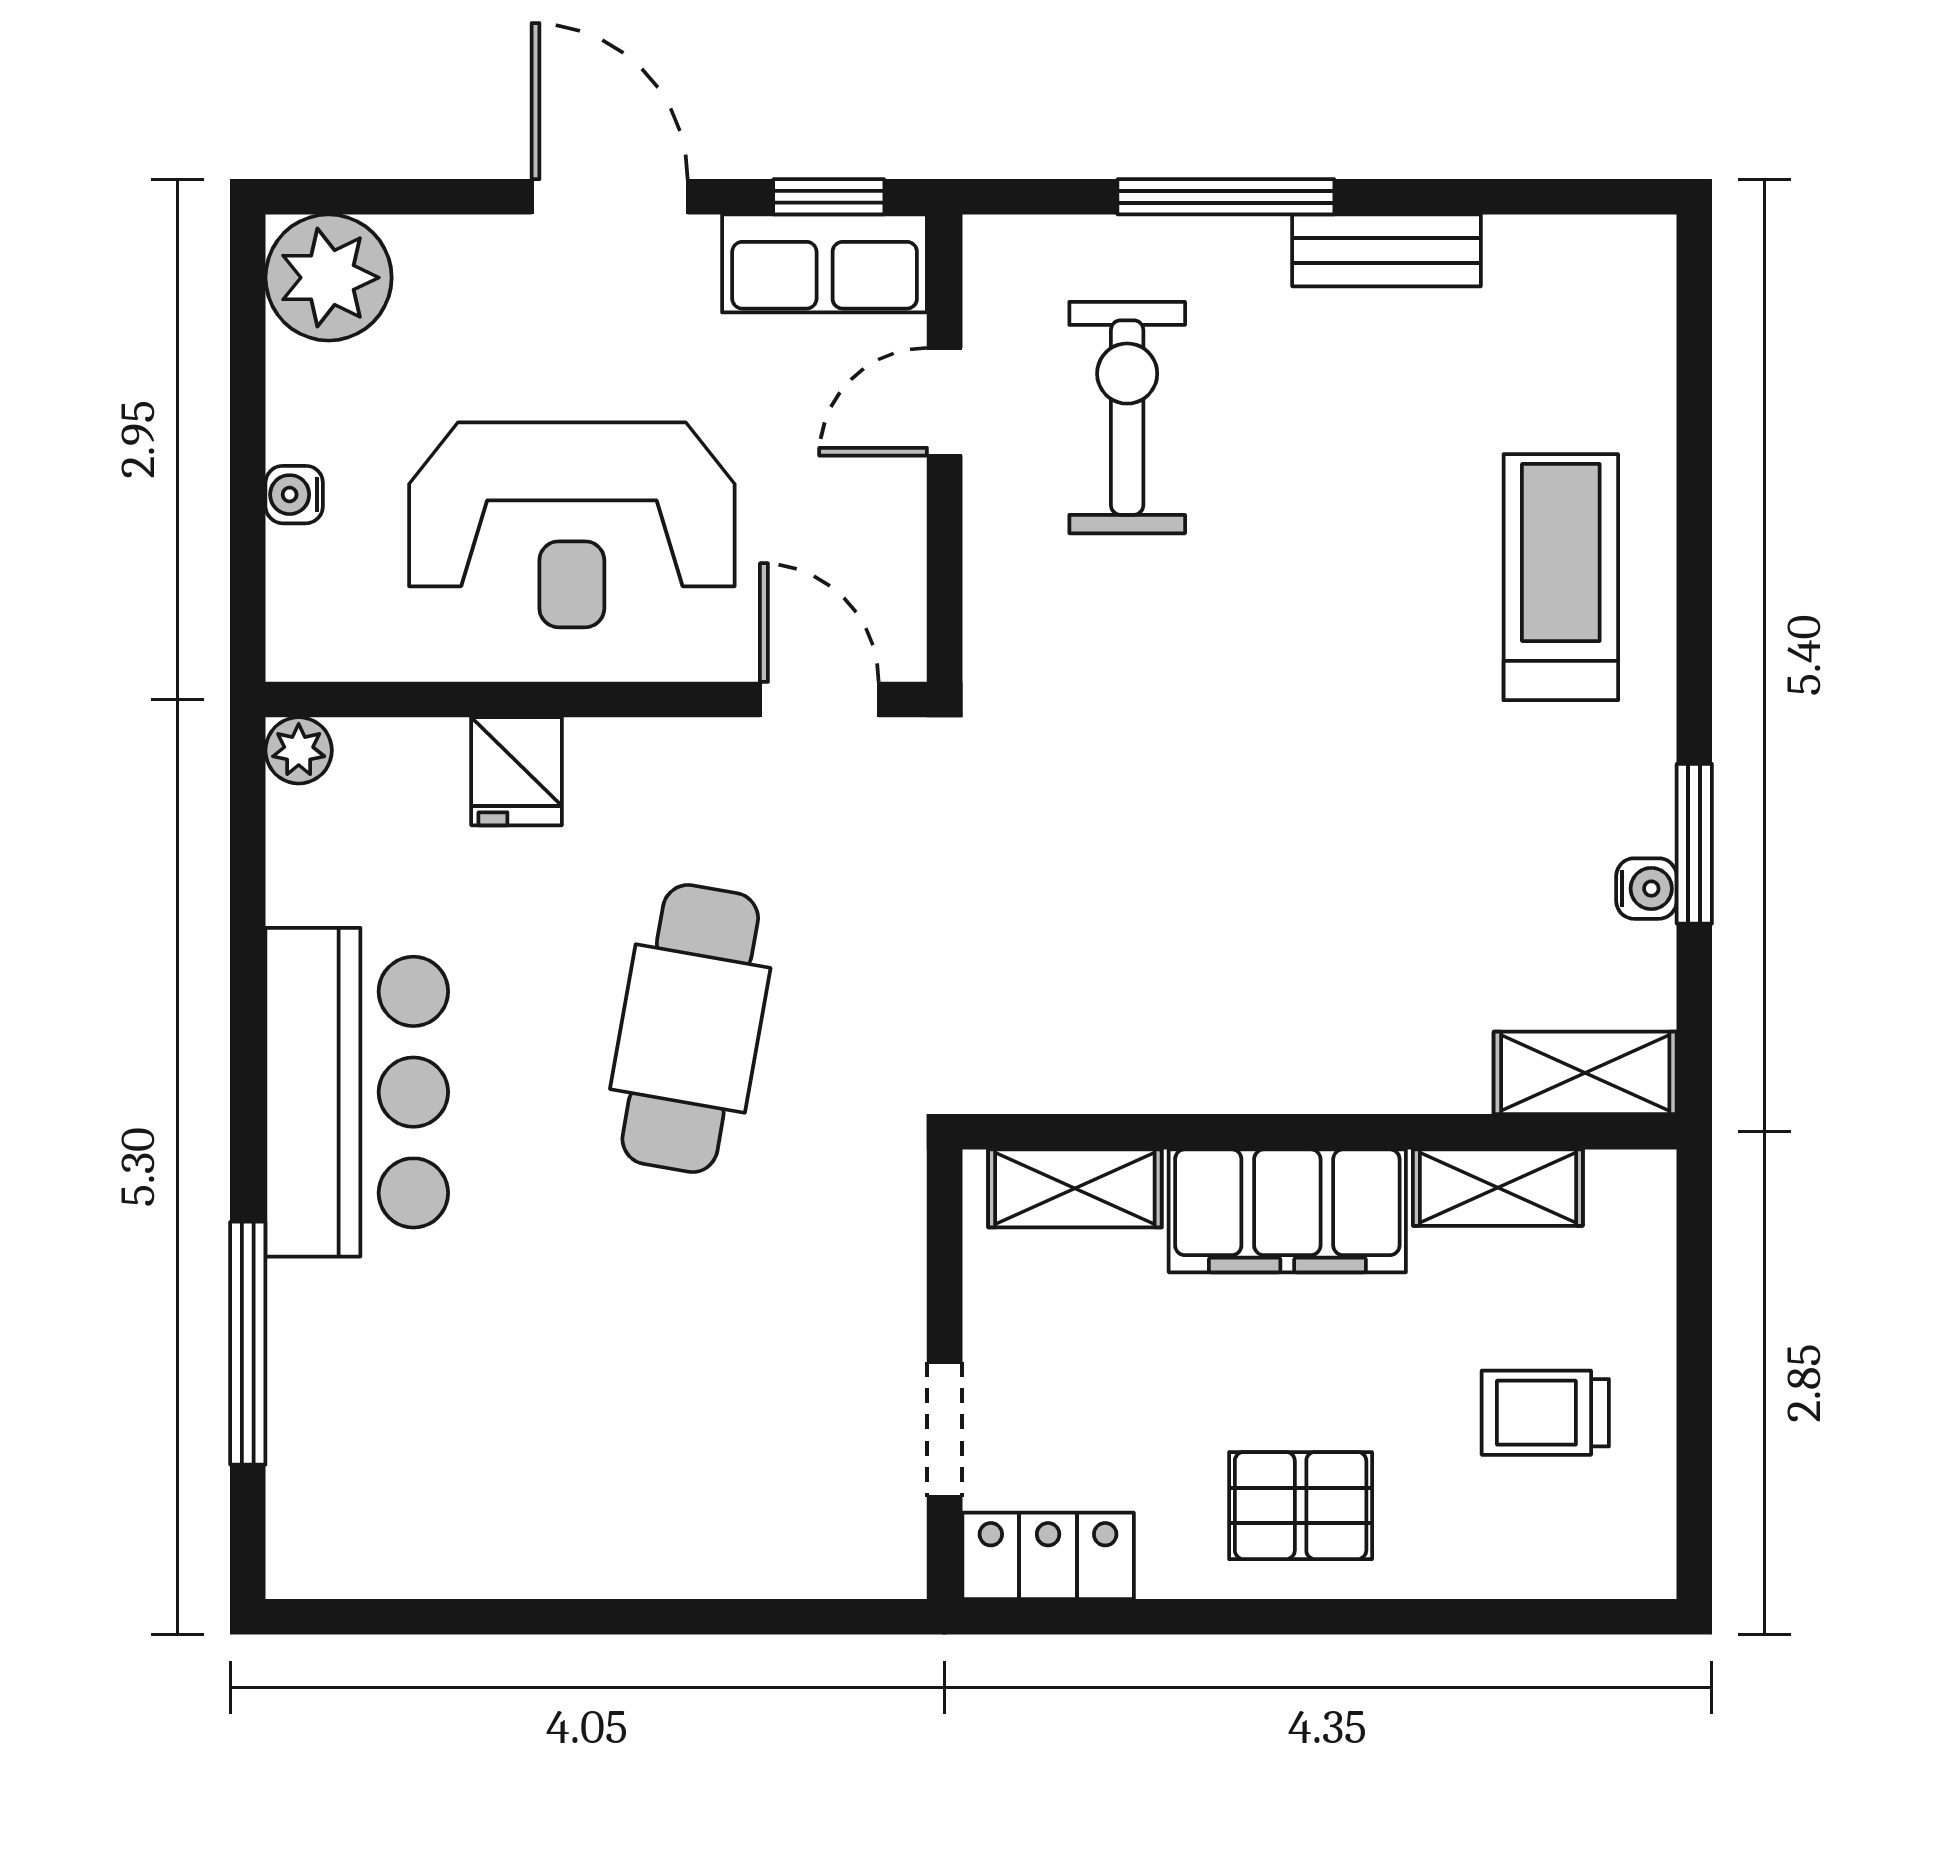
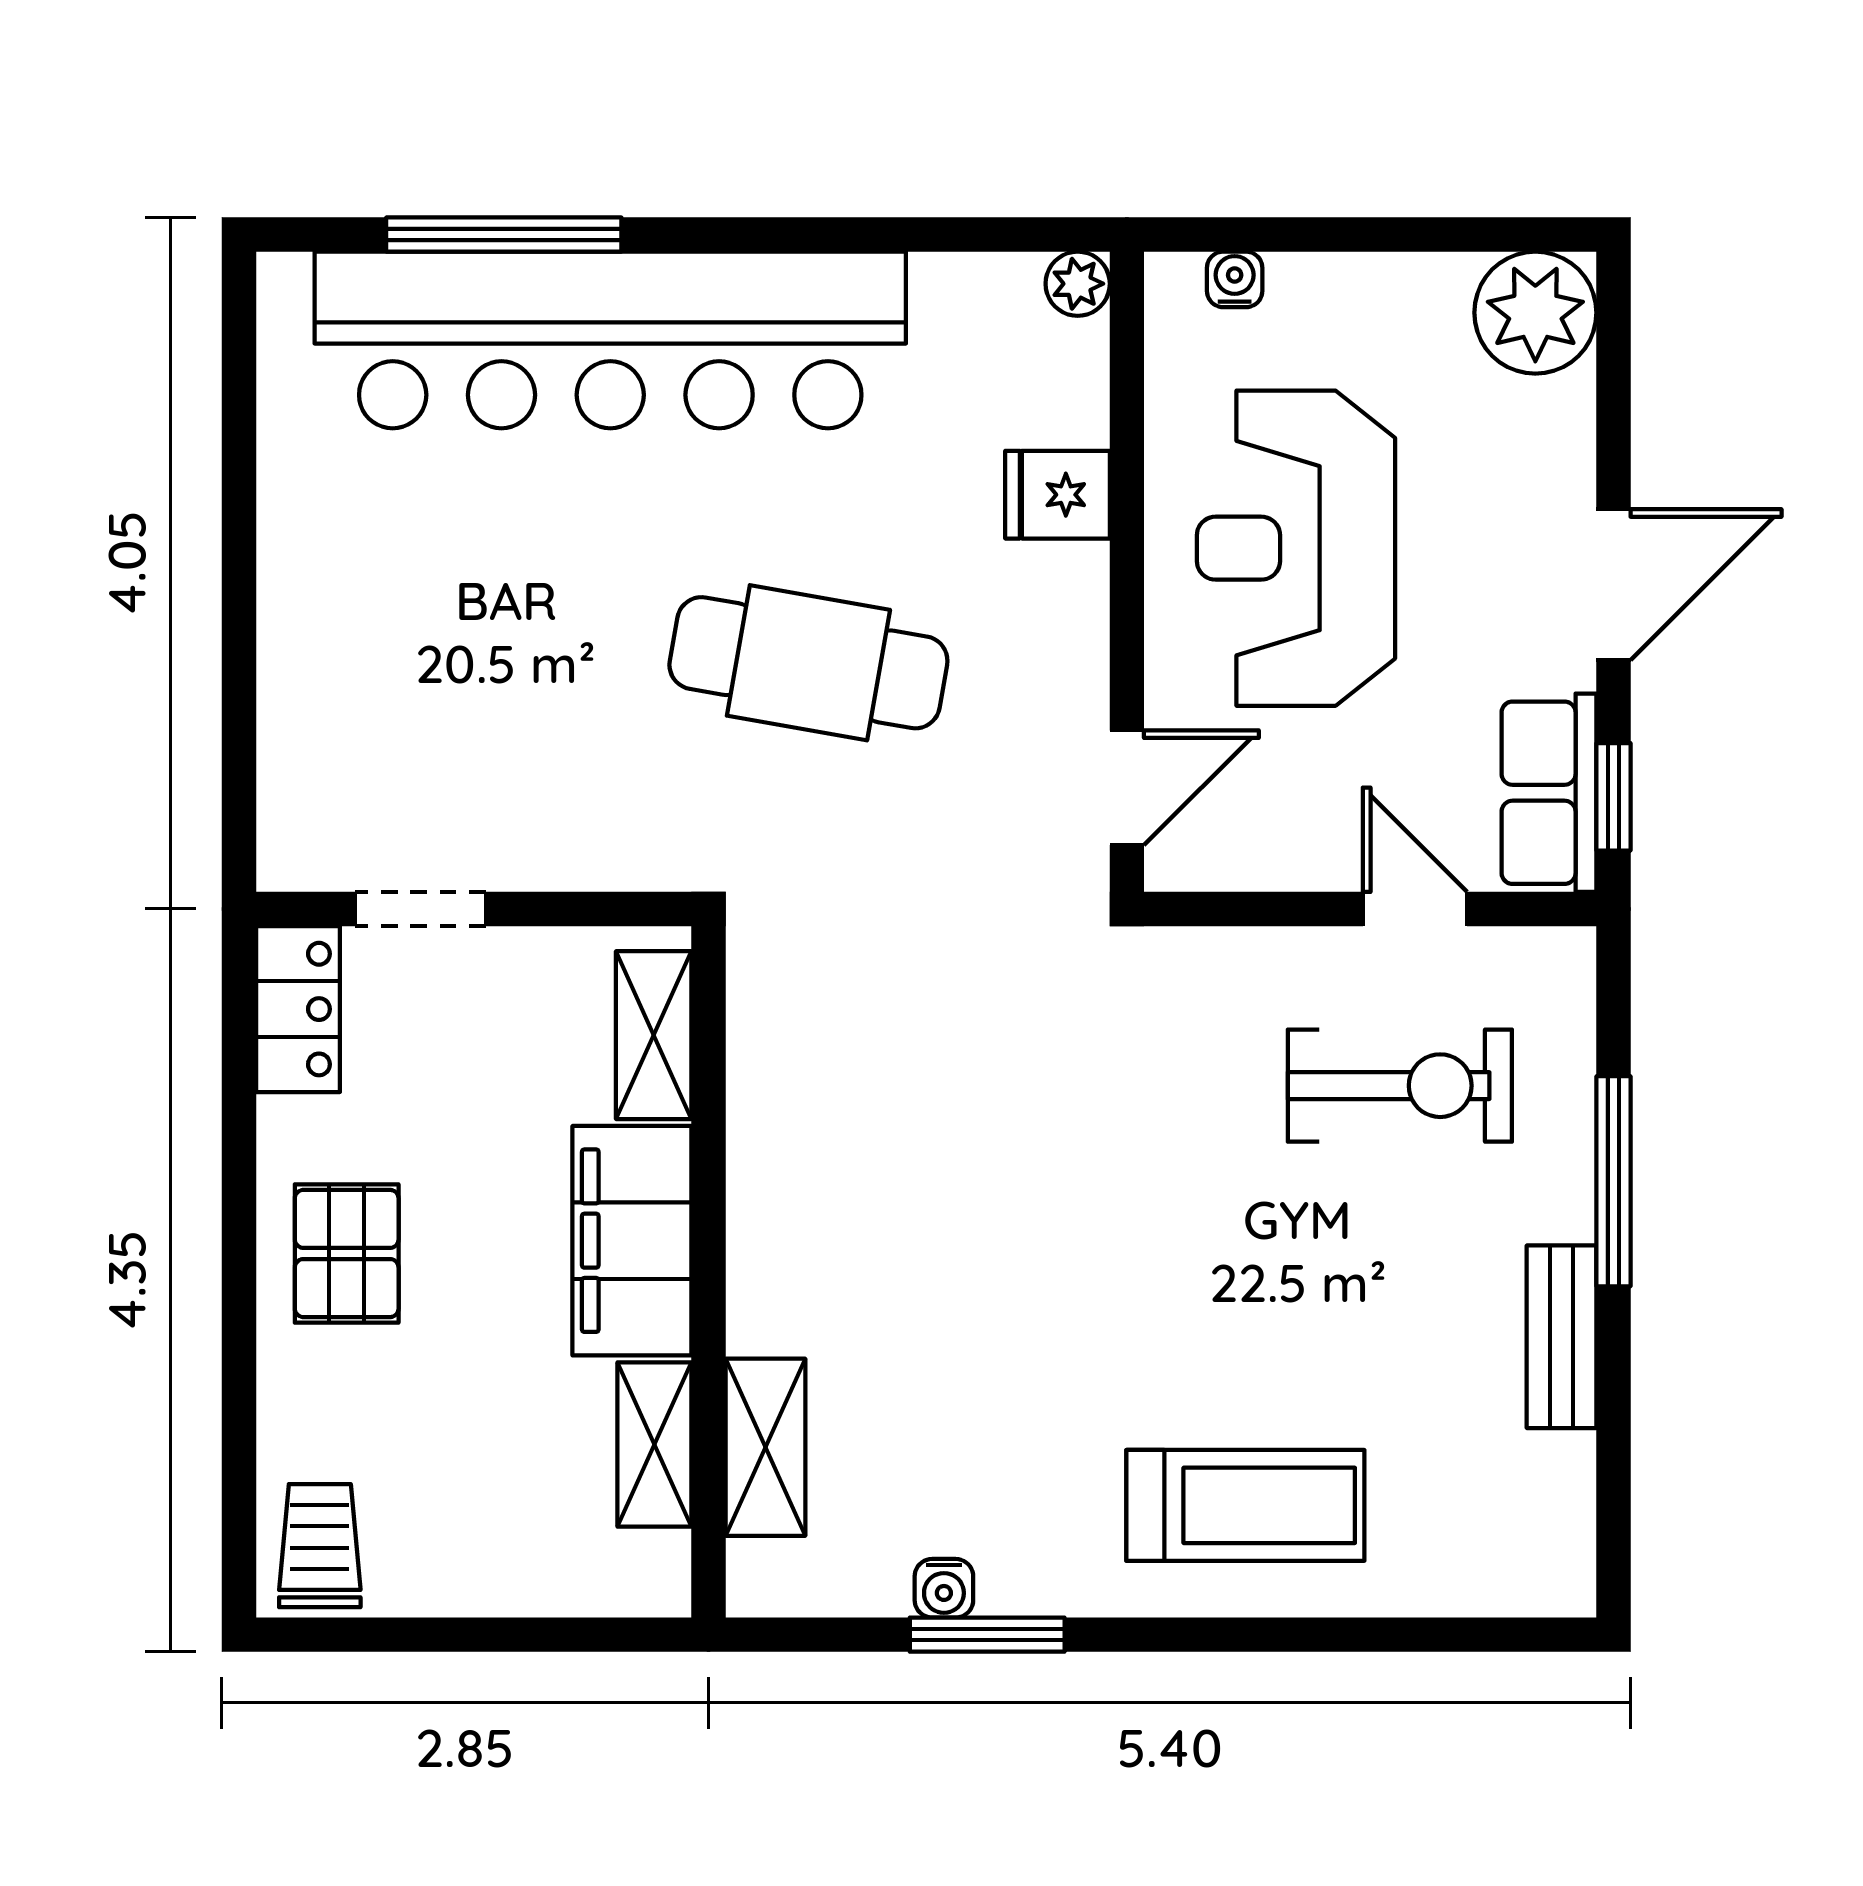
water cooler: (294, 495) -> (1235, 279), moved
shelving: (1585, 1073) -> (765, 1447), moved
bar counter: (357, 1092) -> (610, 340), width x1.86
trolley: (1545, 1413) -> (320, 1546), moved

